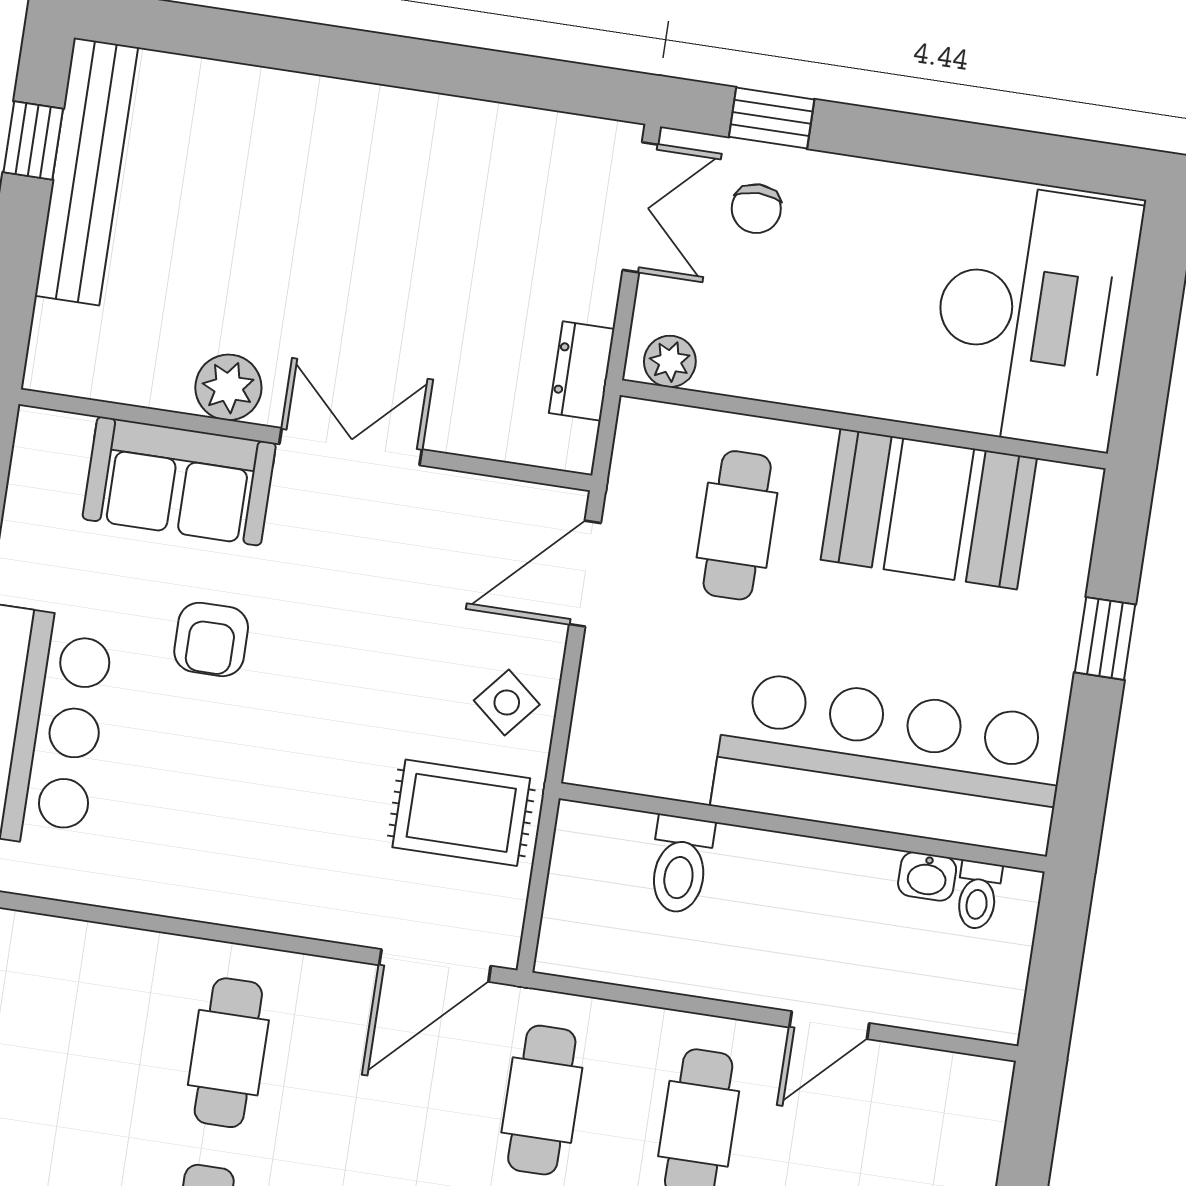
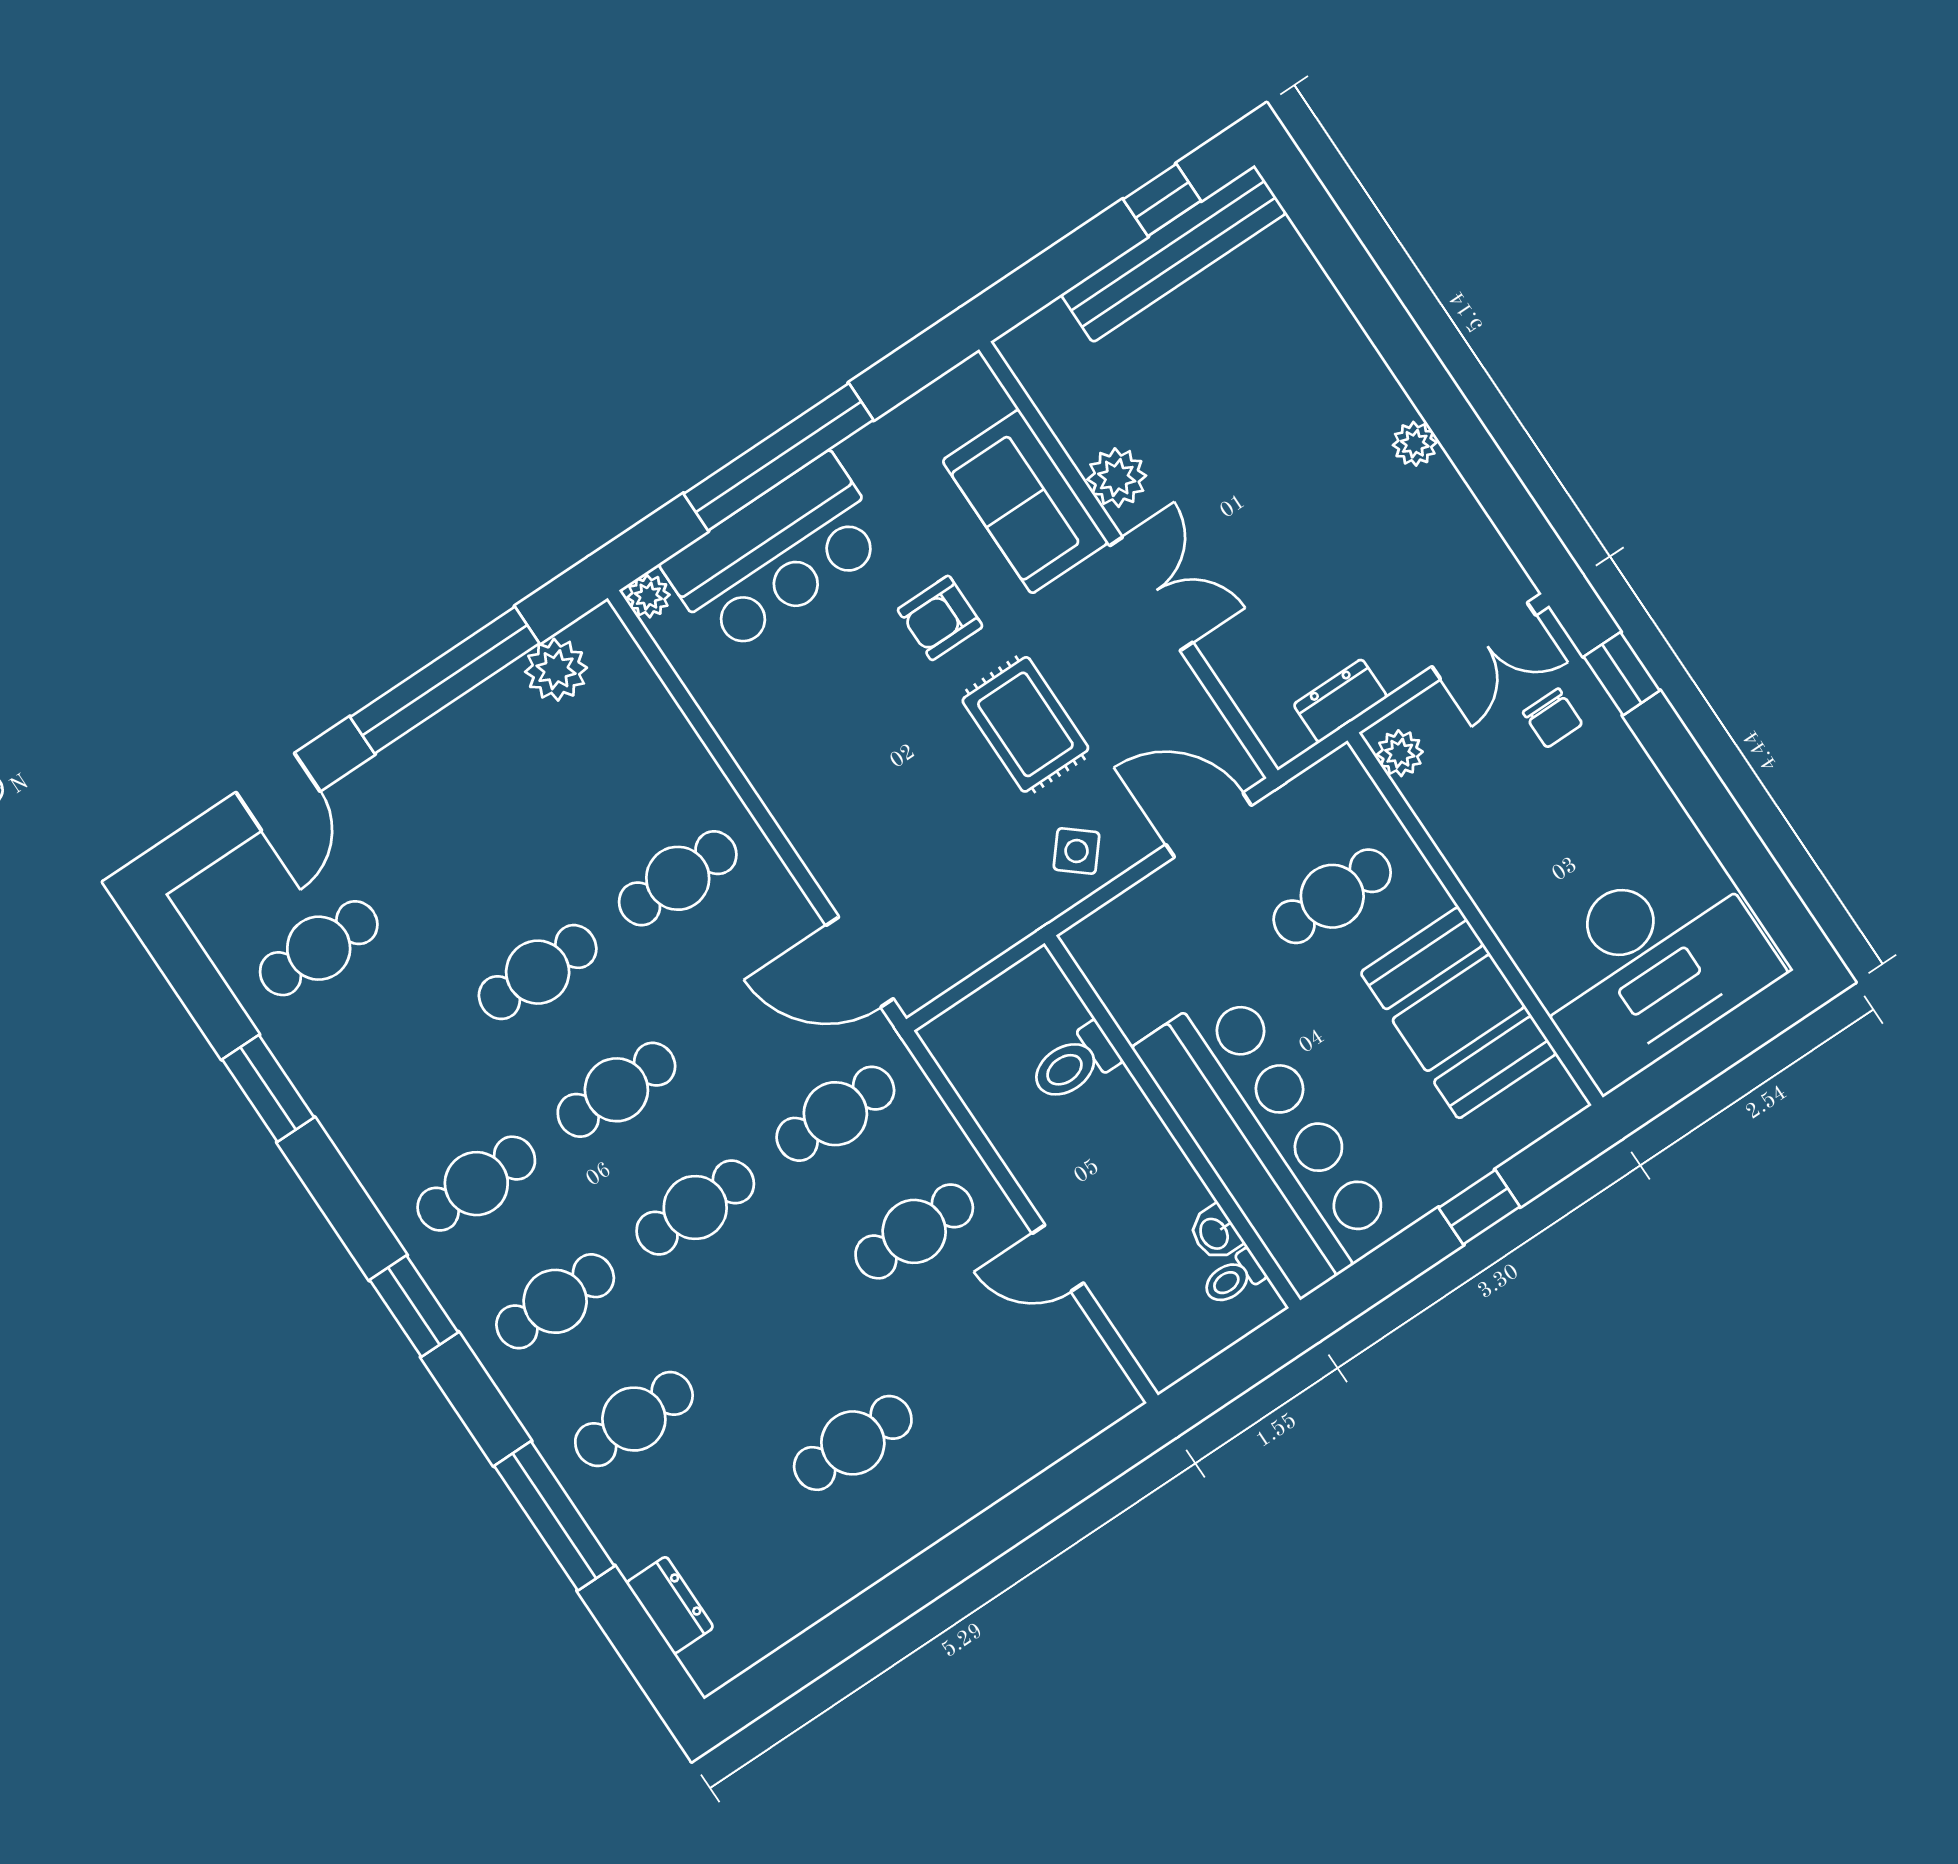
plant: (425, 116) -> (1415, 444), added
chair: (756, 209) -> (1553, 718), turned -90
rug: (461, 813) -> (1025, 724), moved

